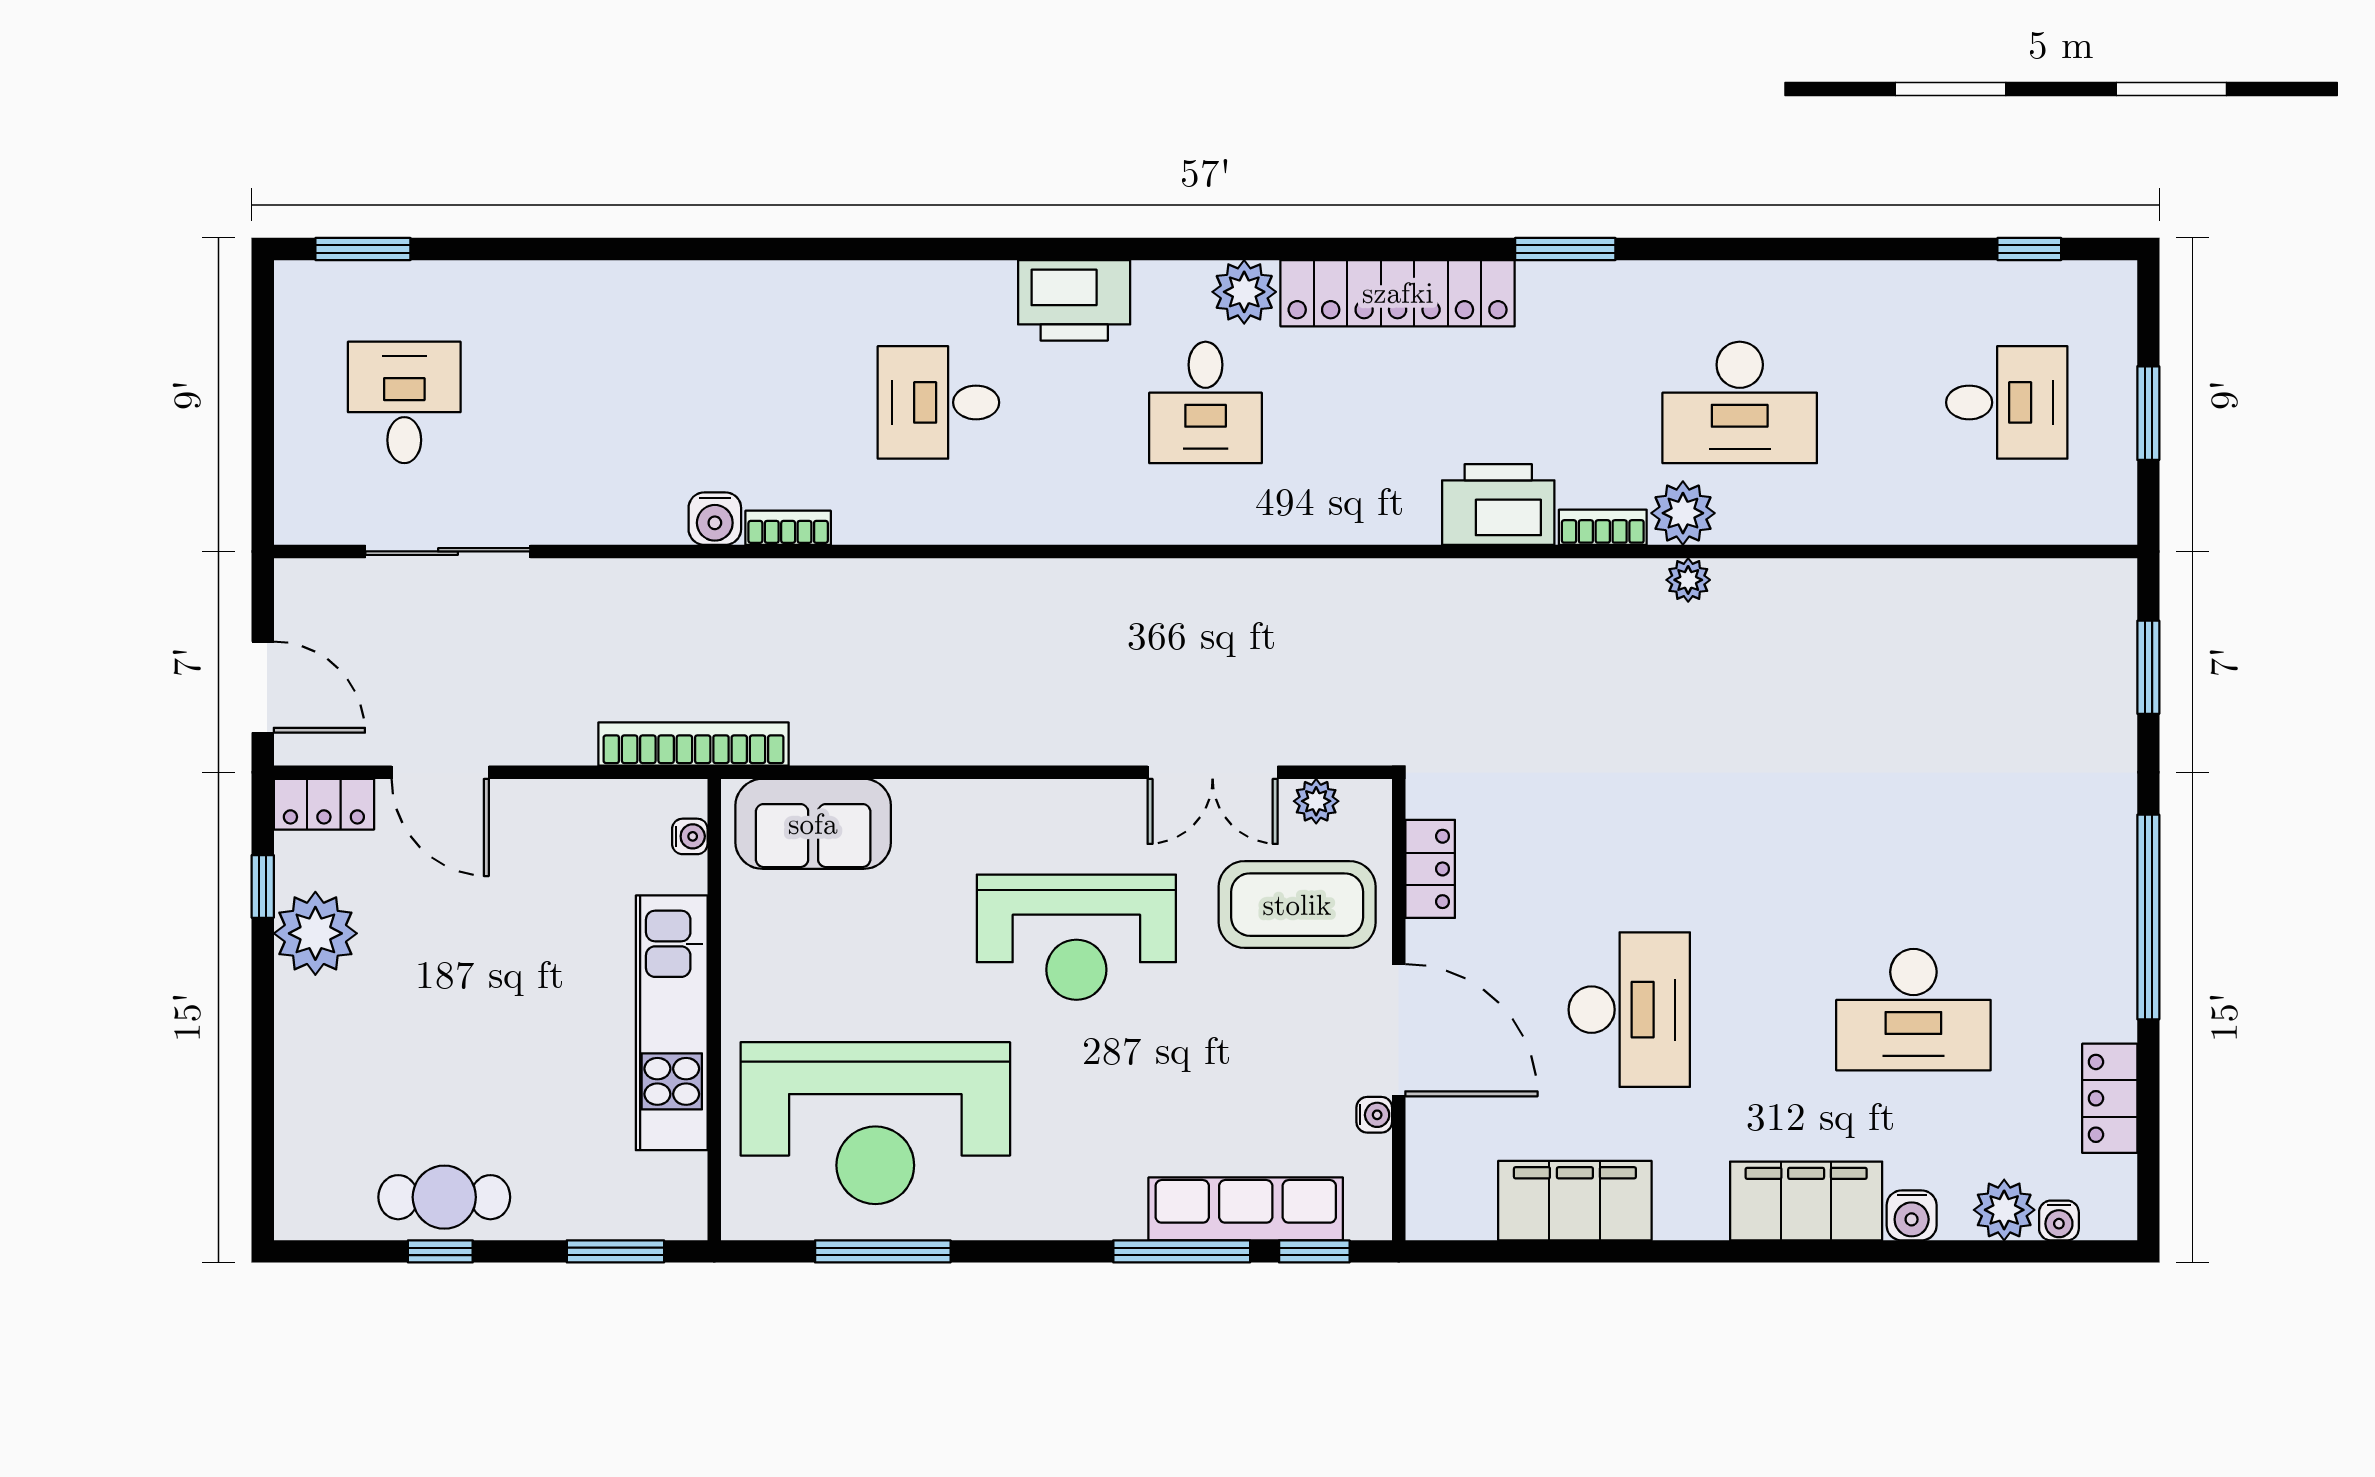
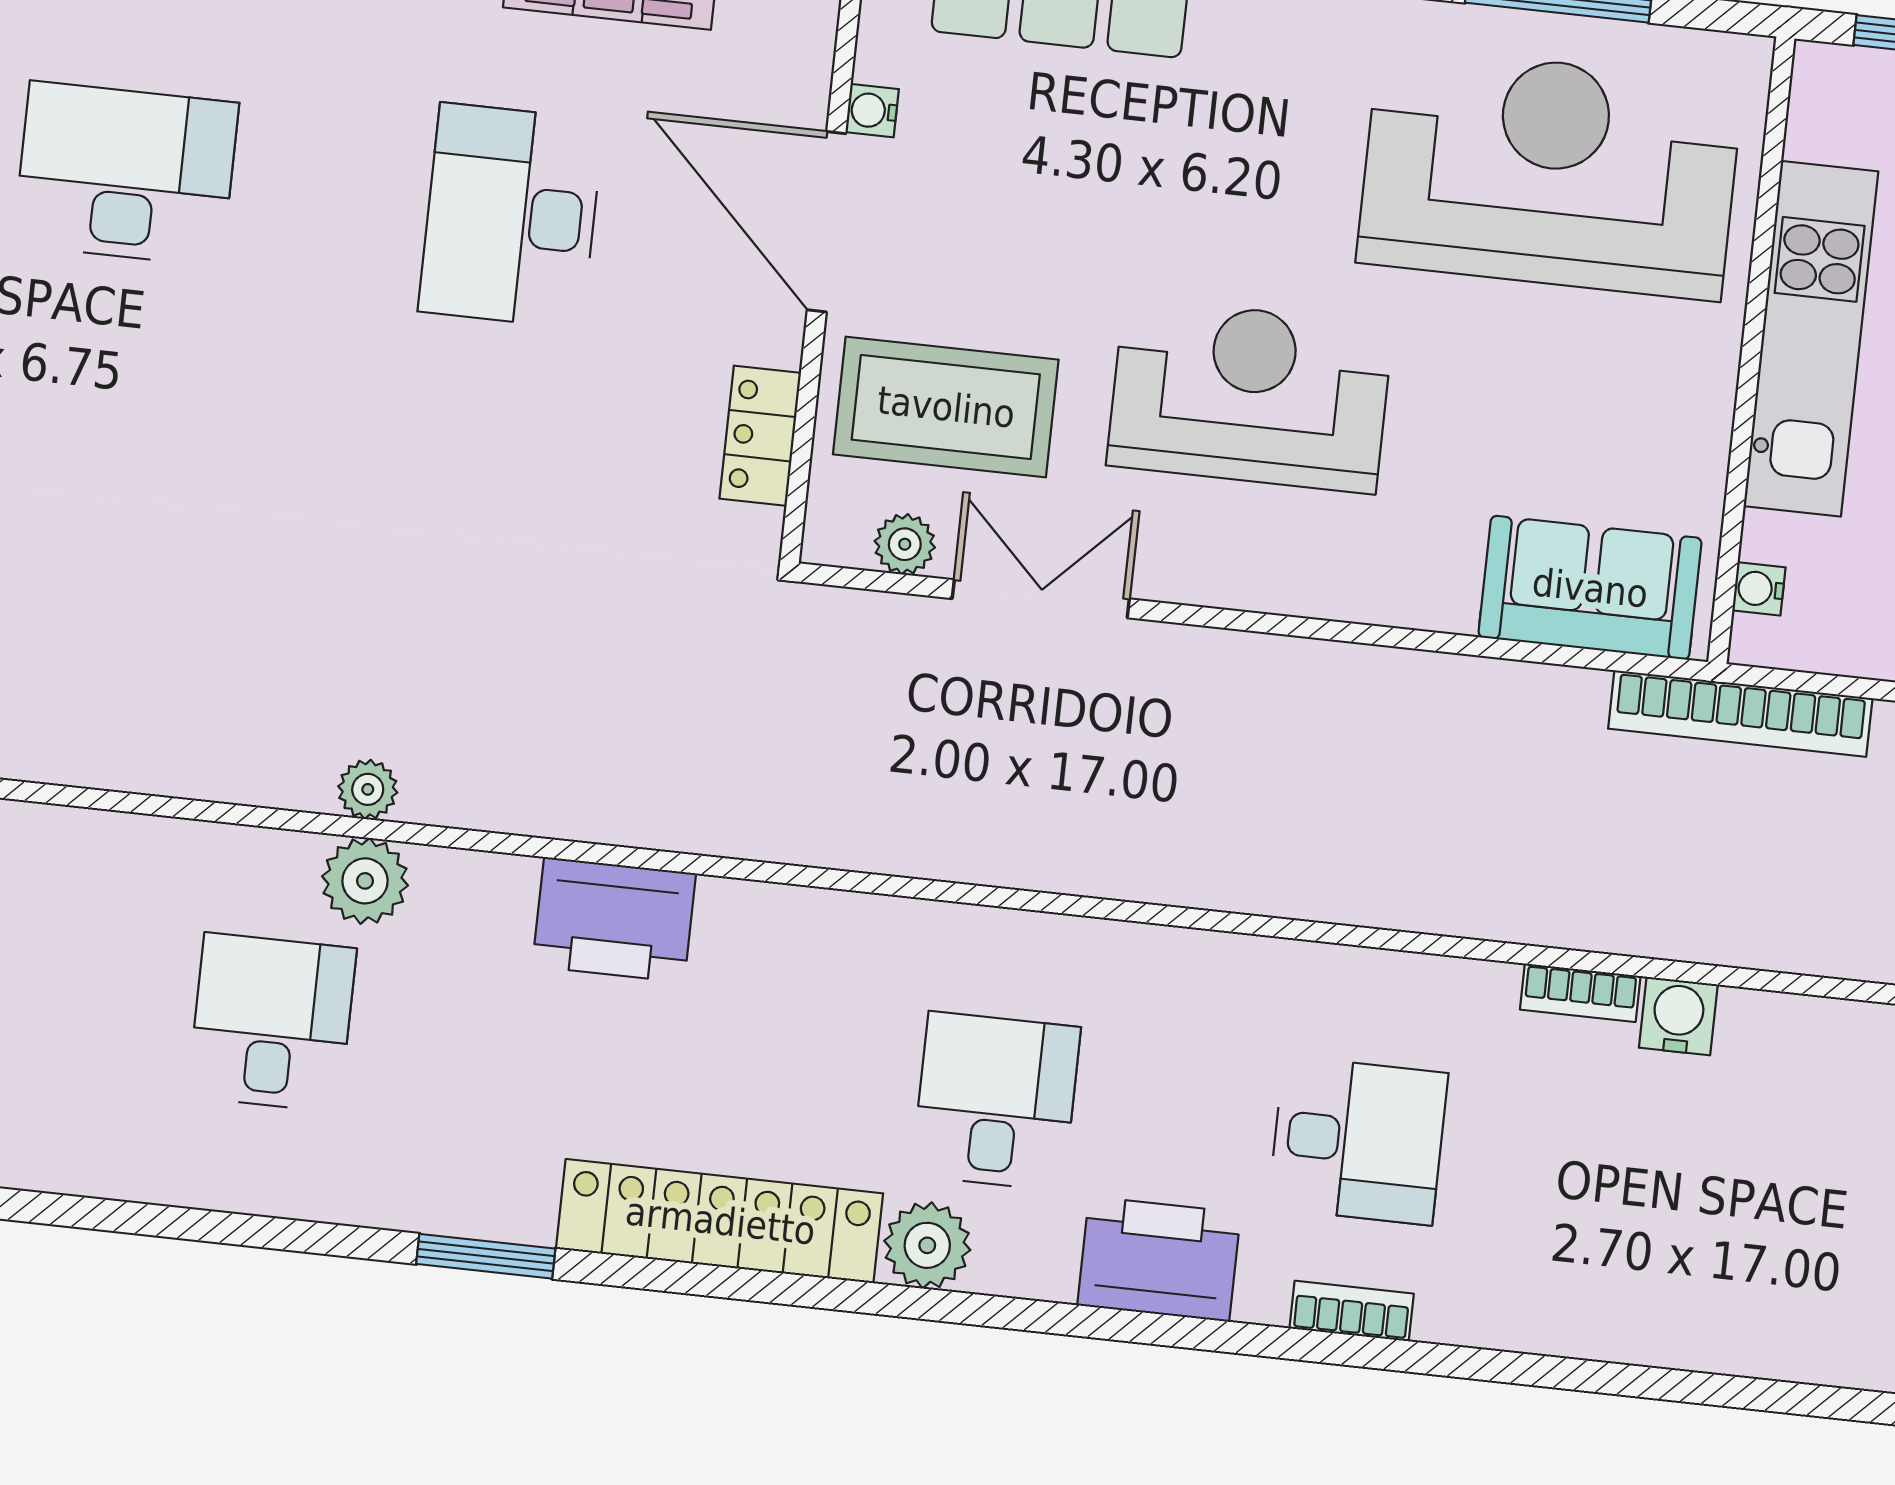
desk: (1740, 402) -> (272, 1022), width x0.73
bookcase: (1603, 527) -> (1352, 1311), moved, turned 180

